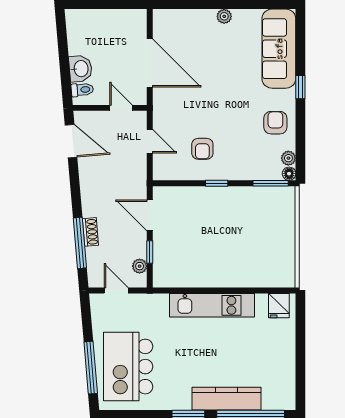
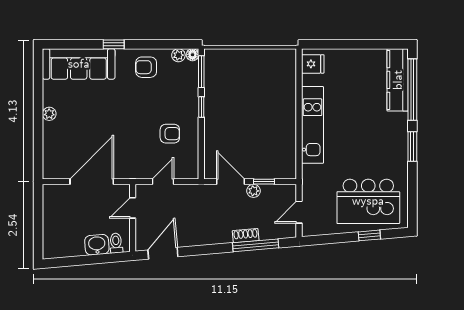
window: (217, 183) -> (201, 107), moved
door: (150, 215) -> (231, 182), swing flipped
plant: (140, 266) -> (253, 191), moved
window: (91, 368) -> (369, 235), width x0.46
kitchen counter: (227, 399) -> (398, 80), moved

